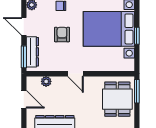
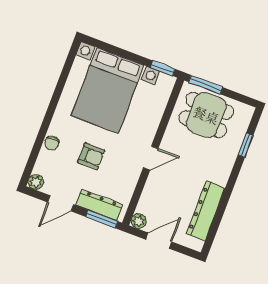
armchair: (62, 35) -> (91, 156), turned 180
window: (137, 36) -> (163, 68), moved
plant: (46, 81) -> (139, 221), moved

